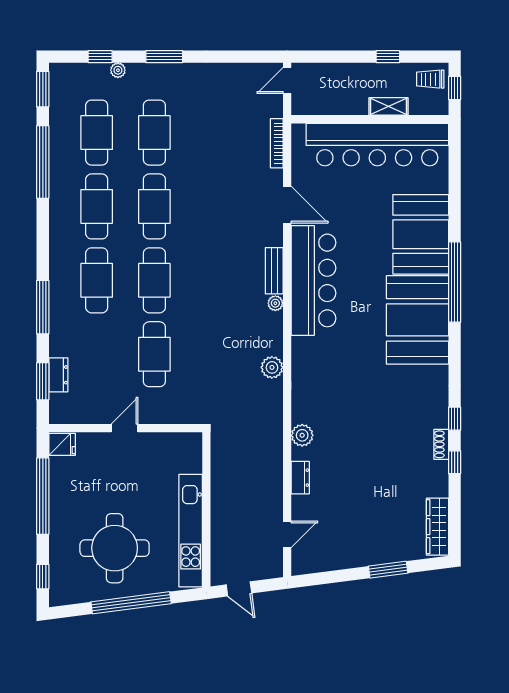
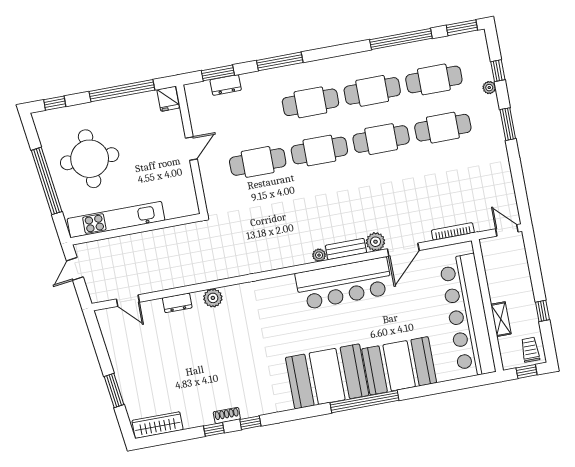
plant: (272, 367) -> (376, 242), moved
door: (125, 428) -> (191, 149), hinge flipped

